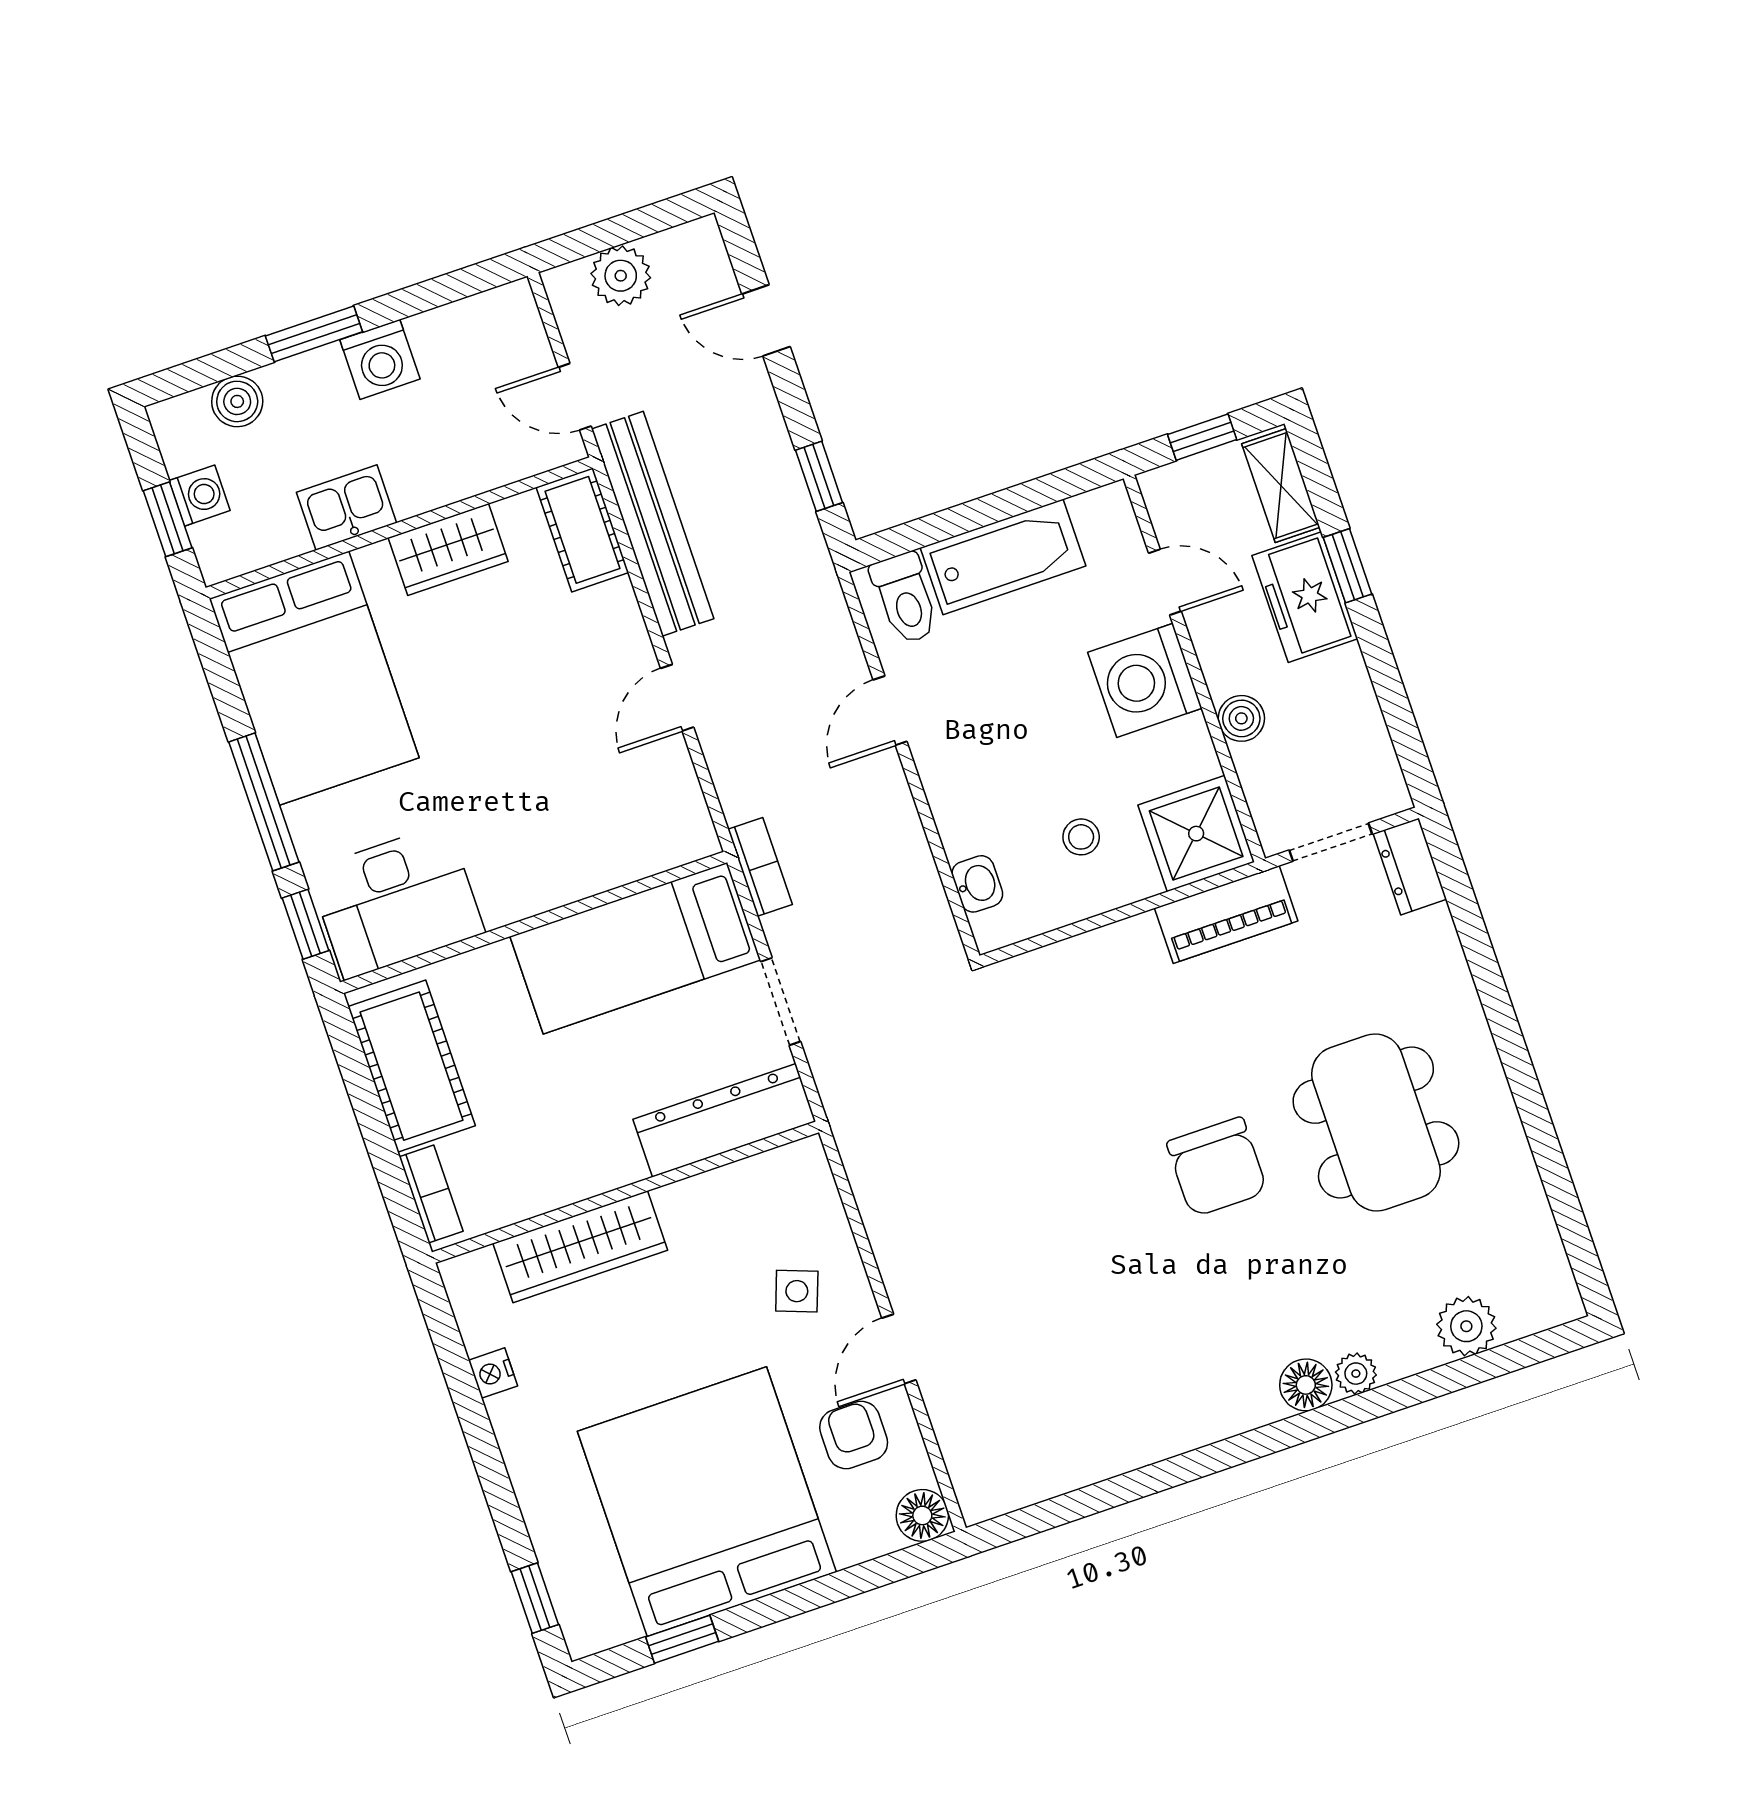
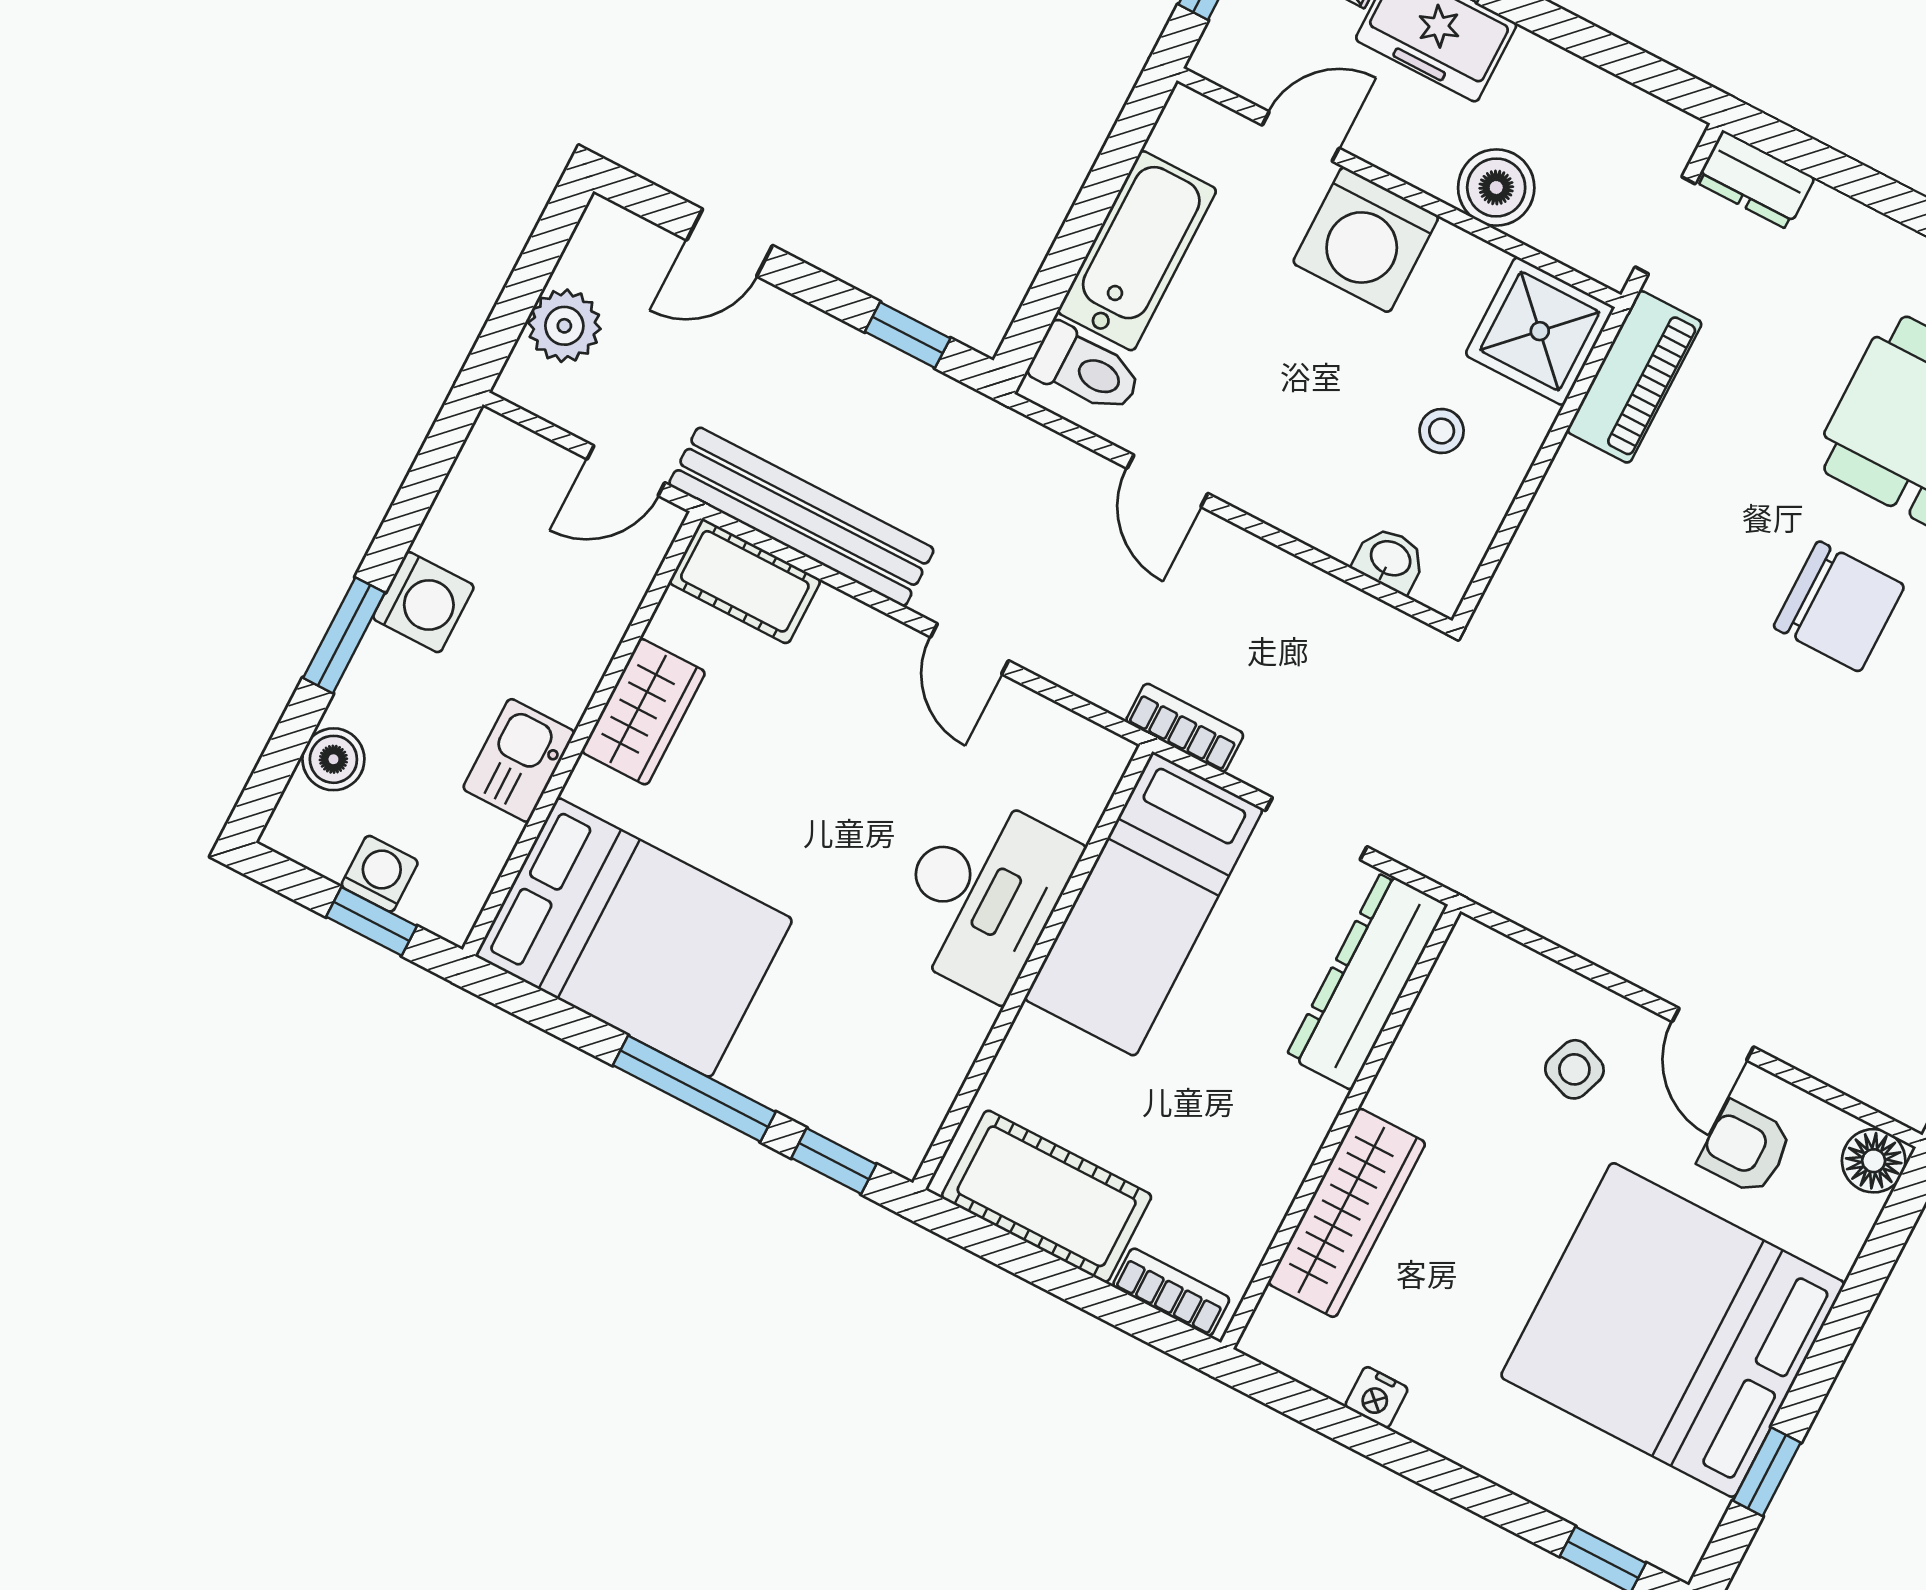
boiler: (1241, 718) -> (1496, 188), width x1.36, depth x1.36
desk: (396, 901) -> (982, 895), moved

